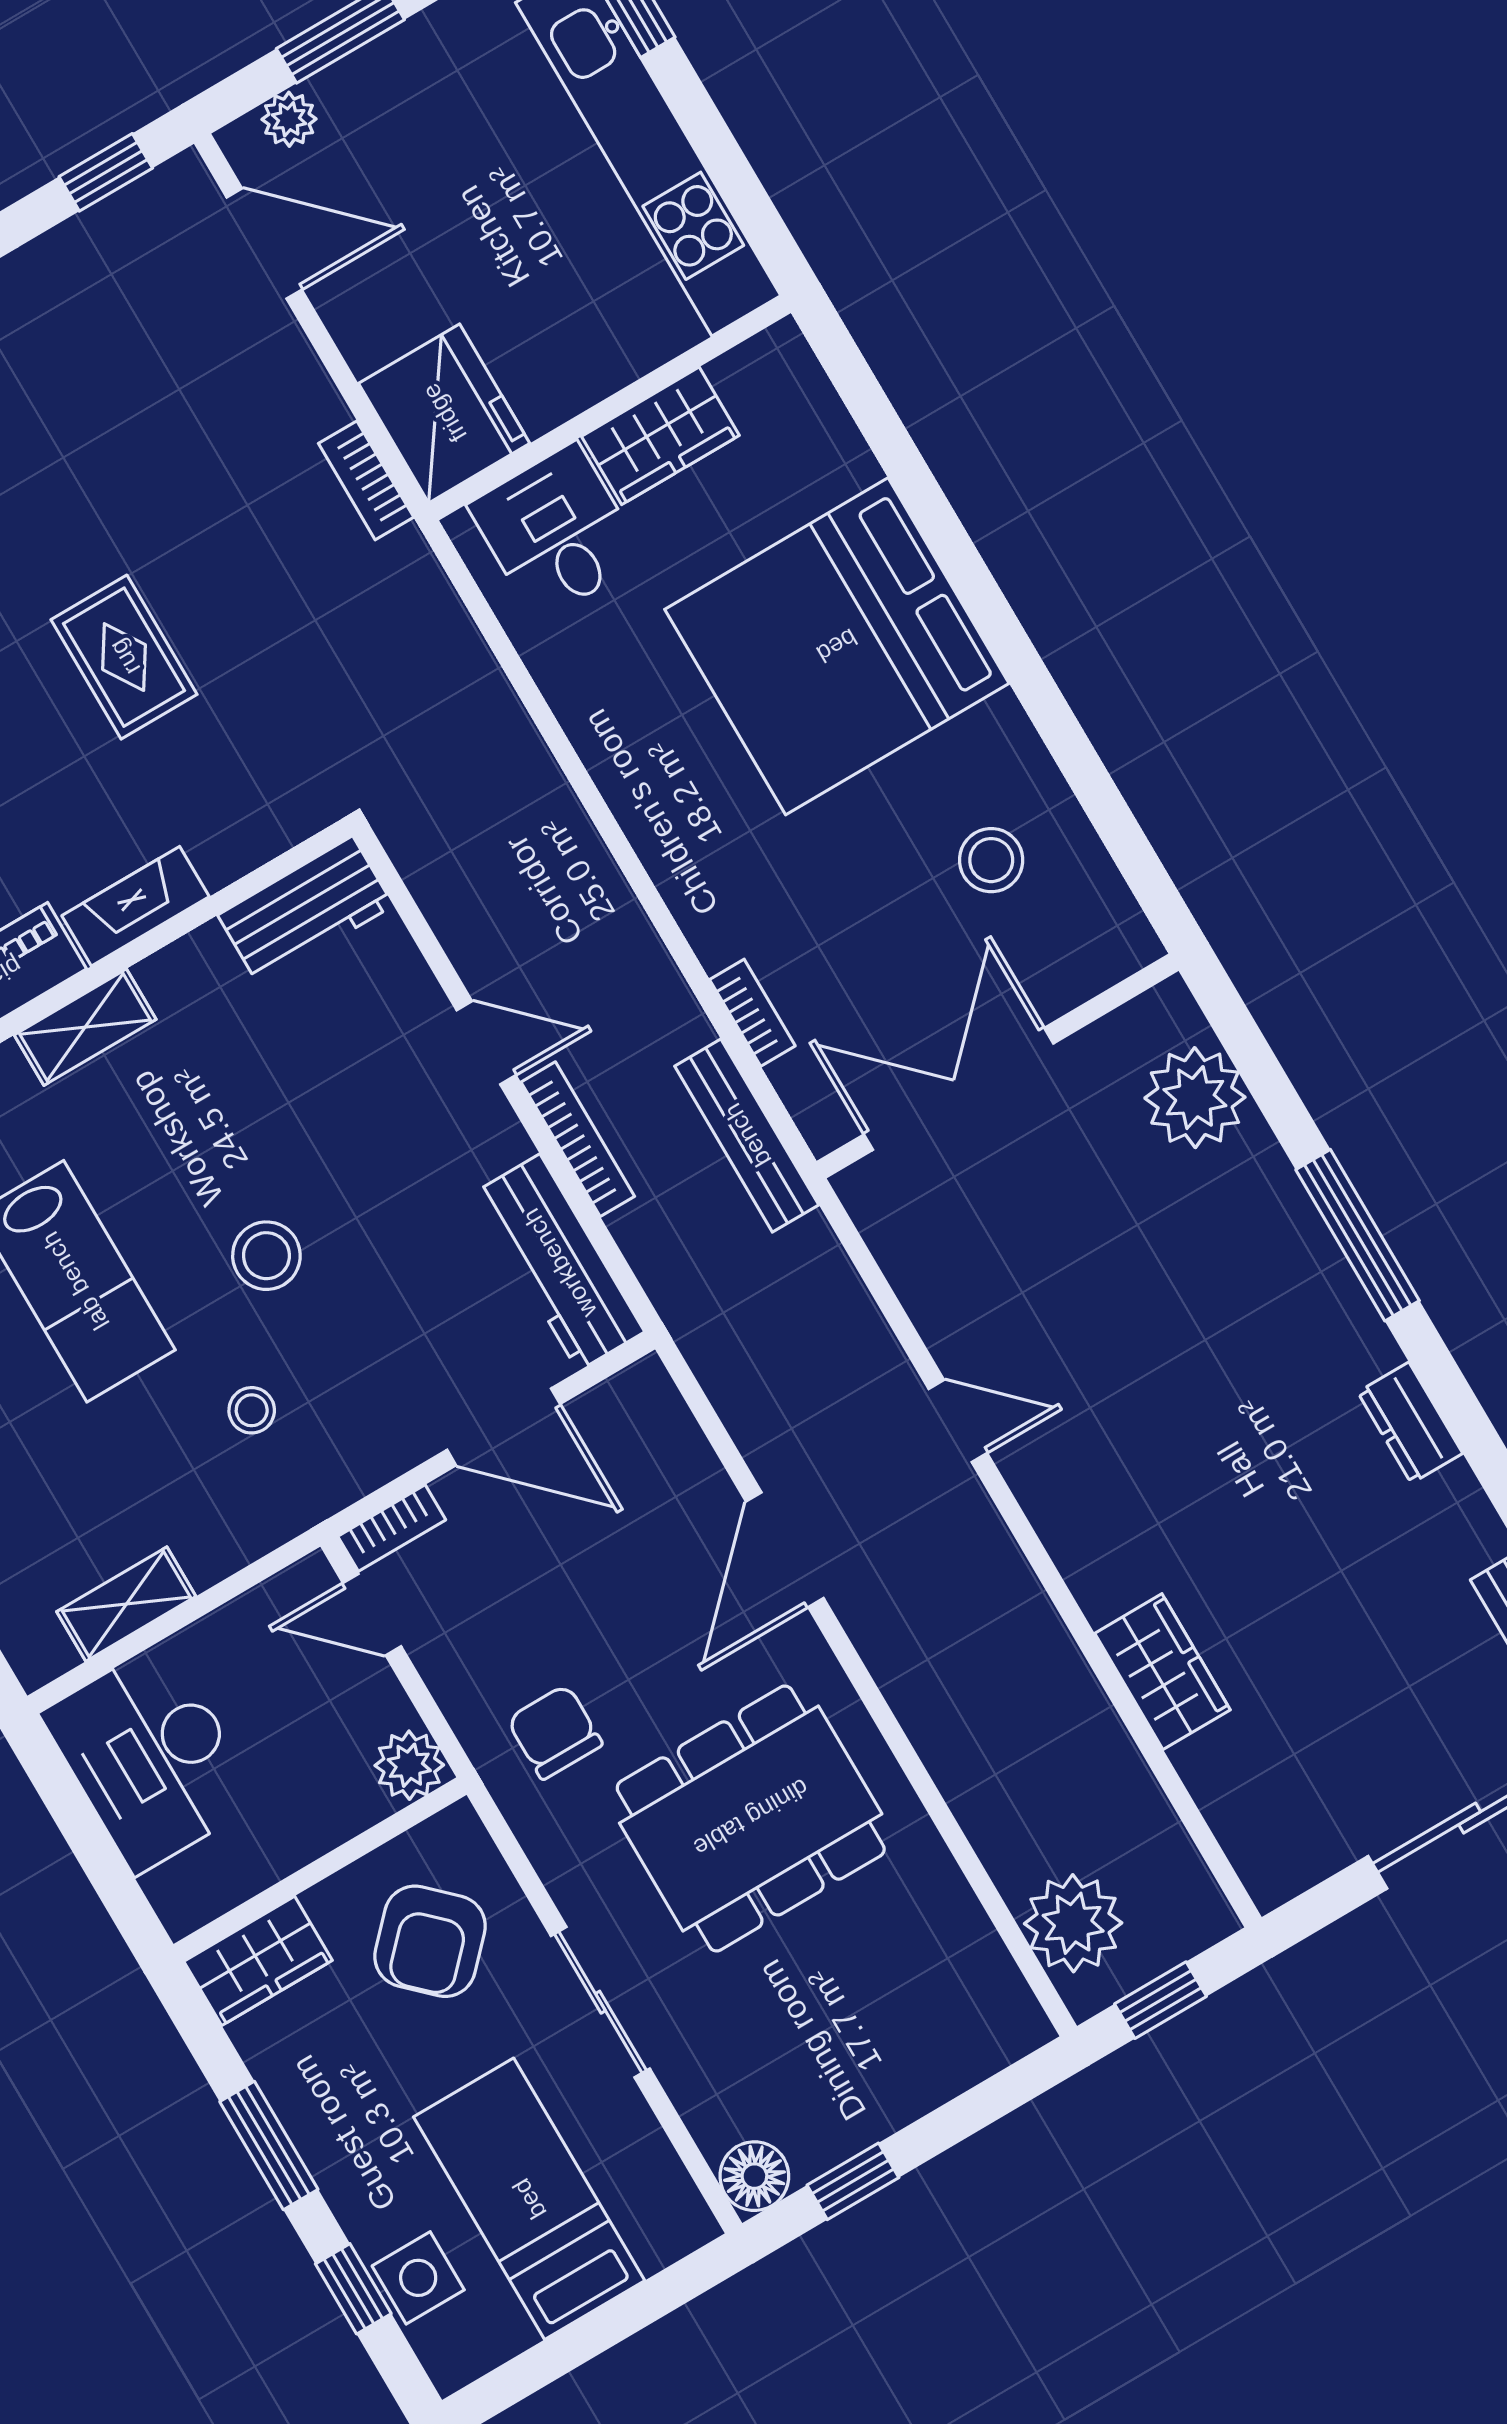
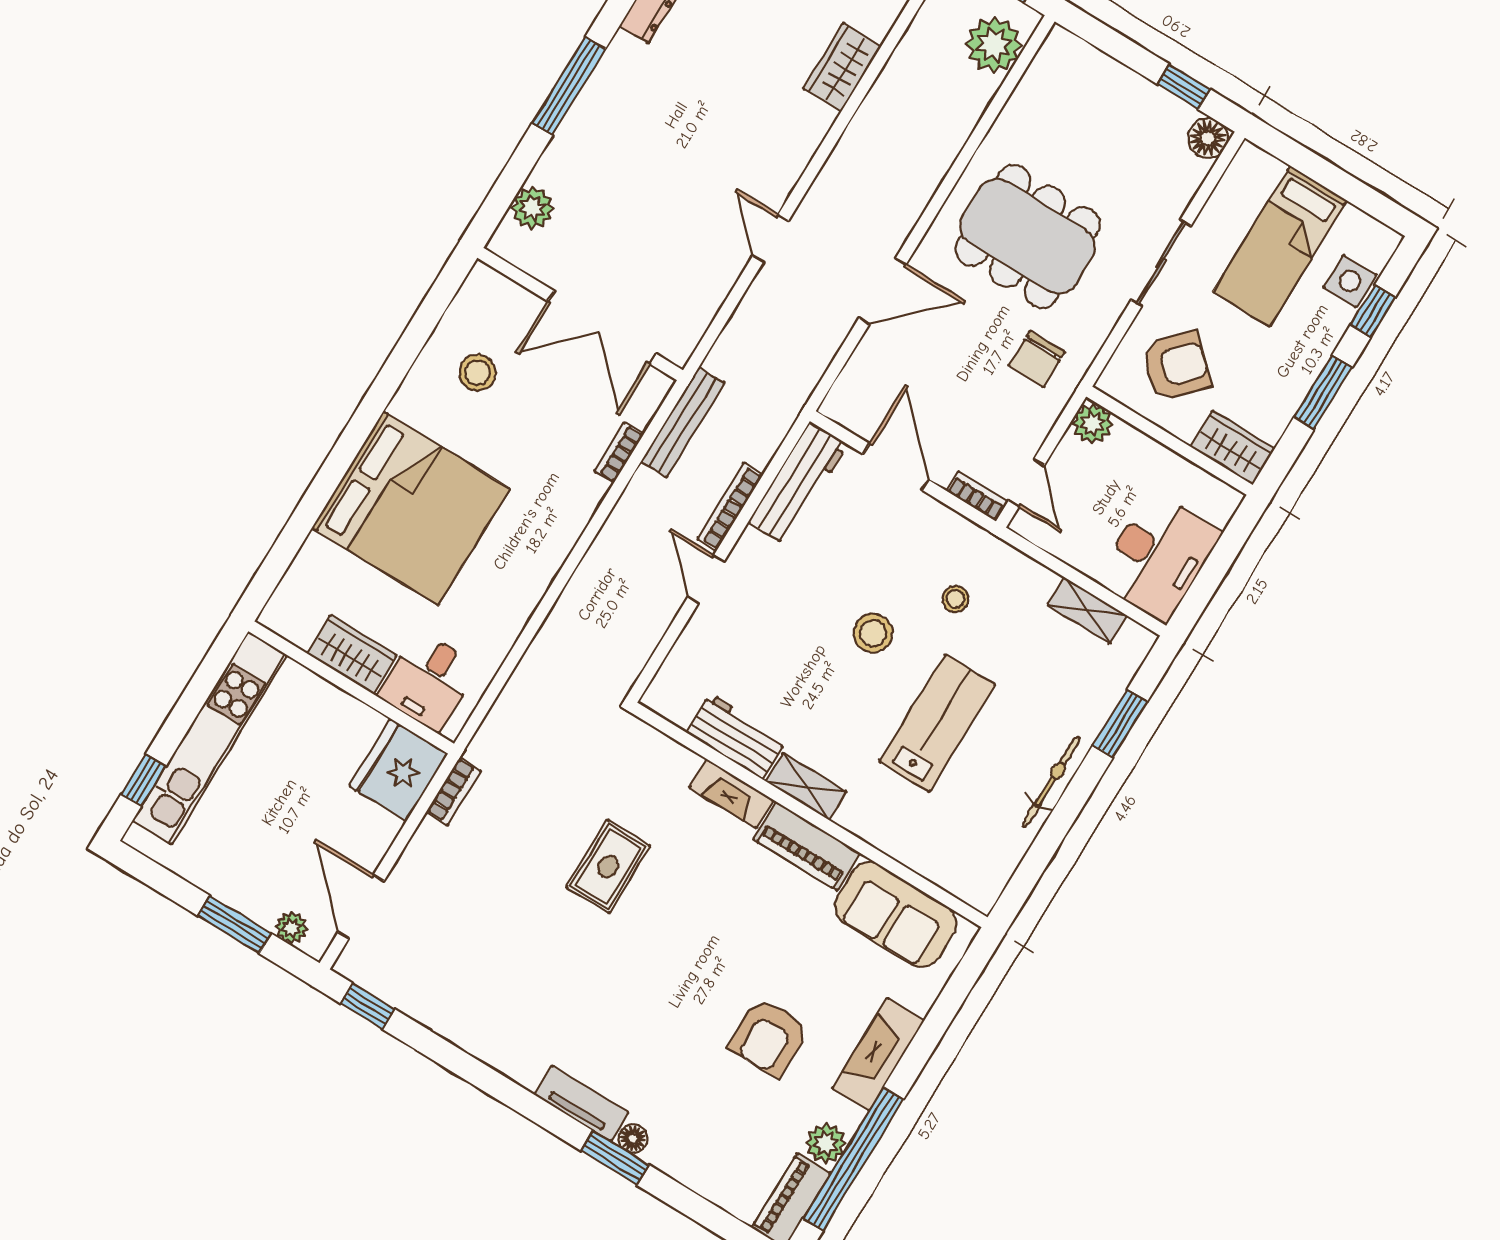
workbench: (306, 910) -> (737, 736), moved
plant: (1195, 1098) -> (532, 208), width x0.73, depth x0.73

